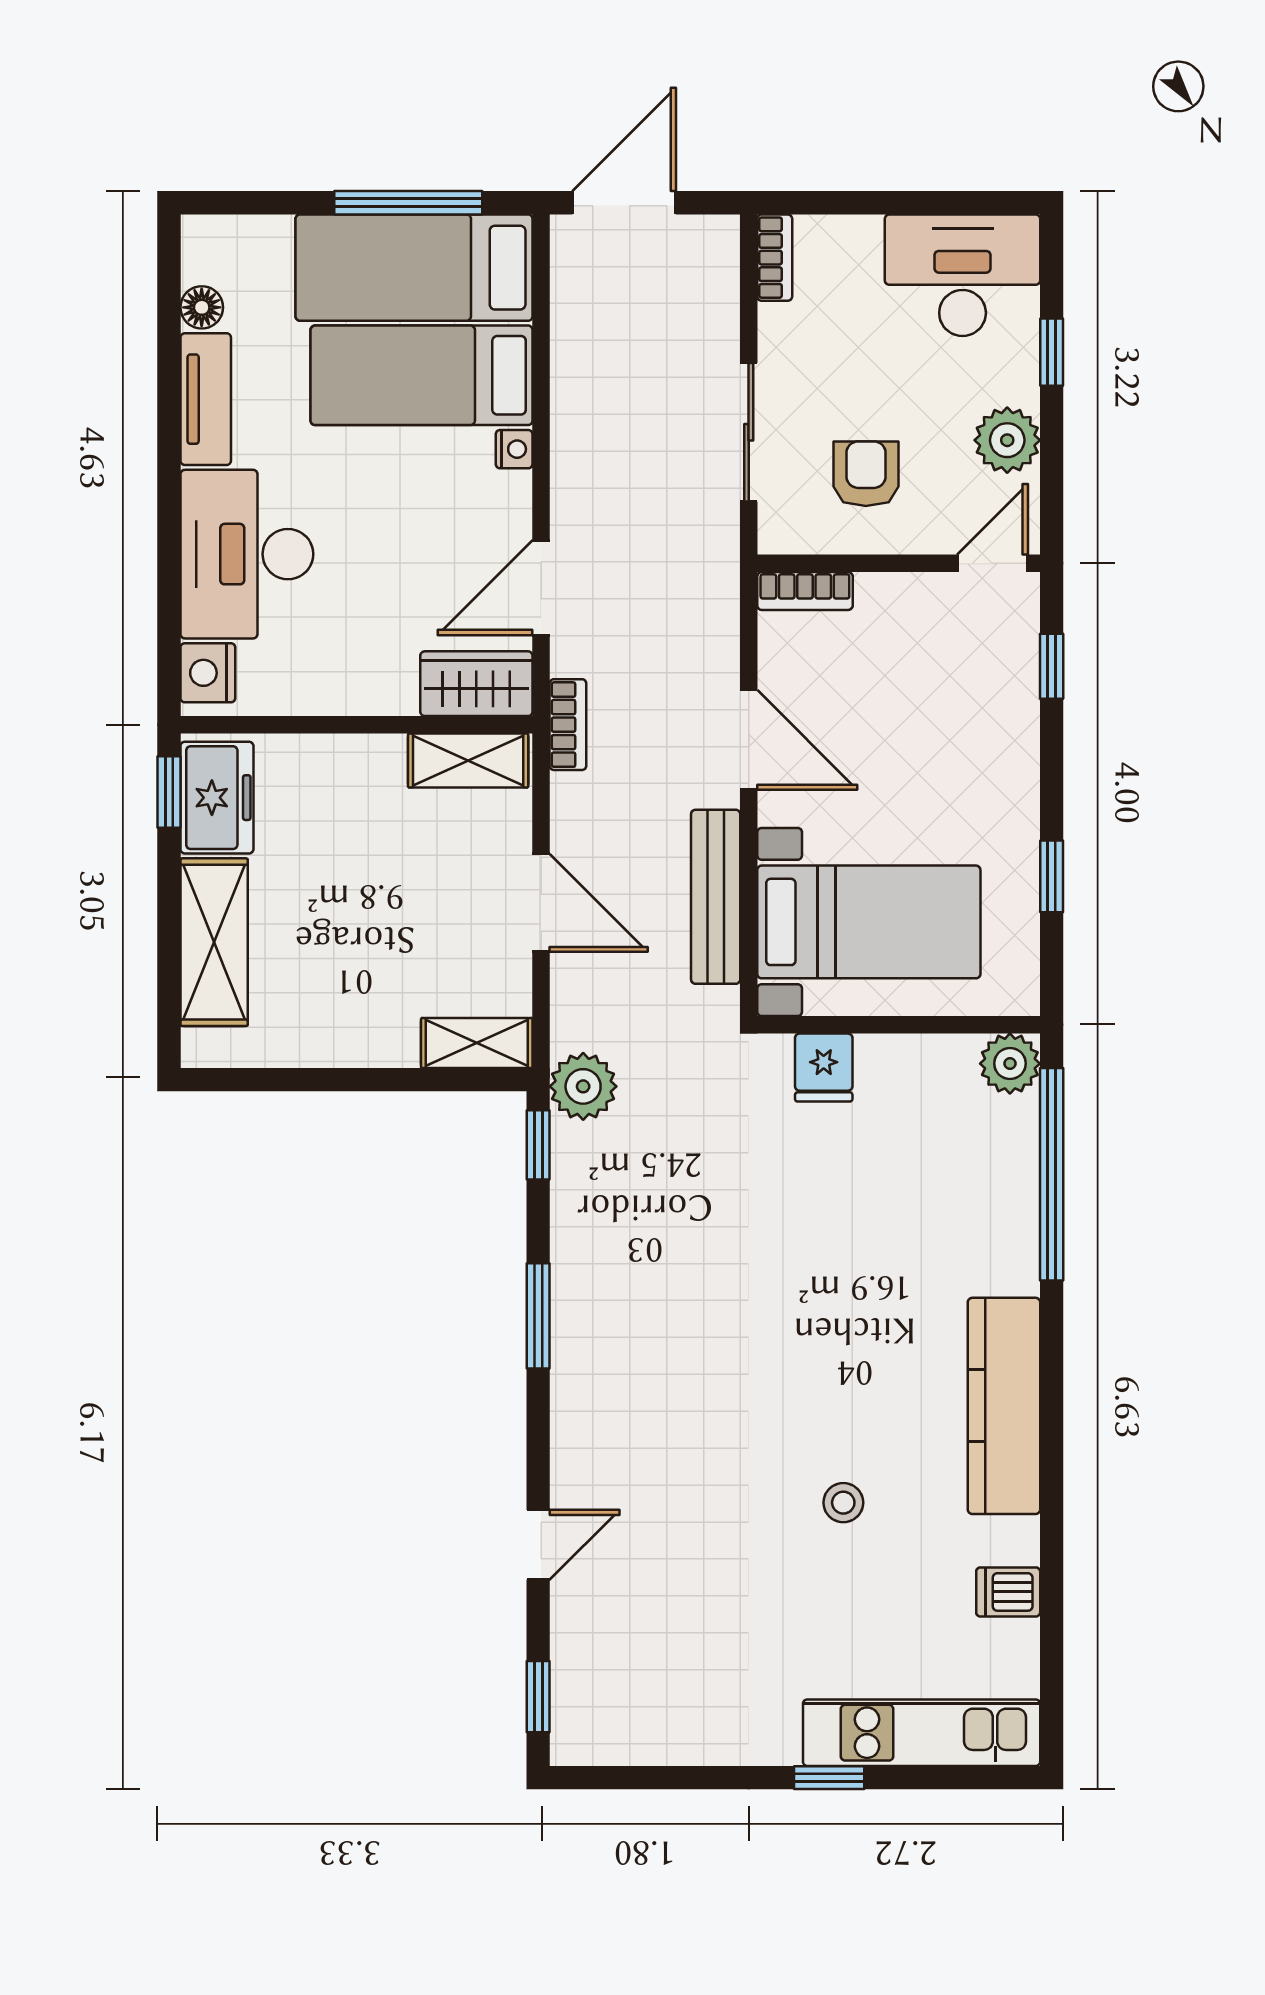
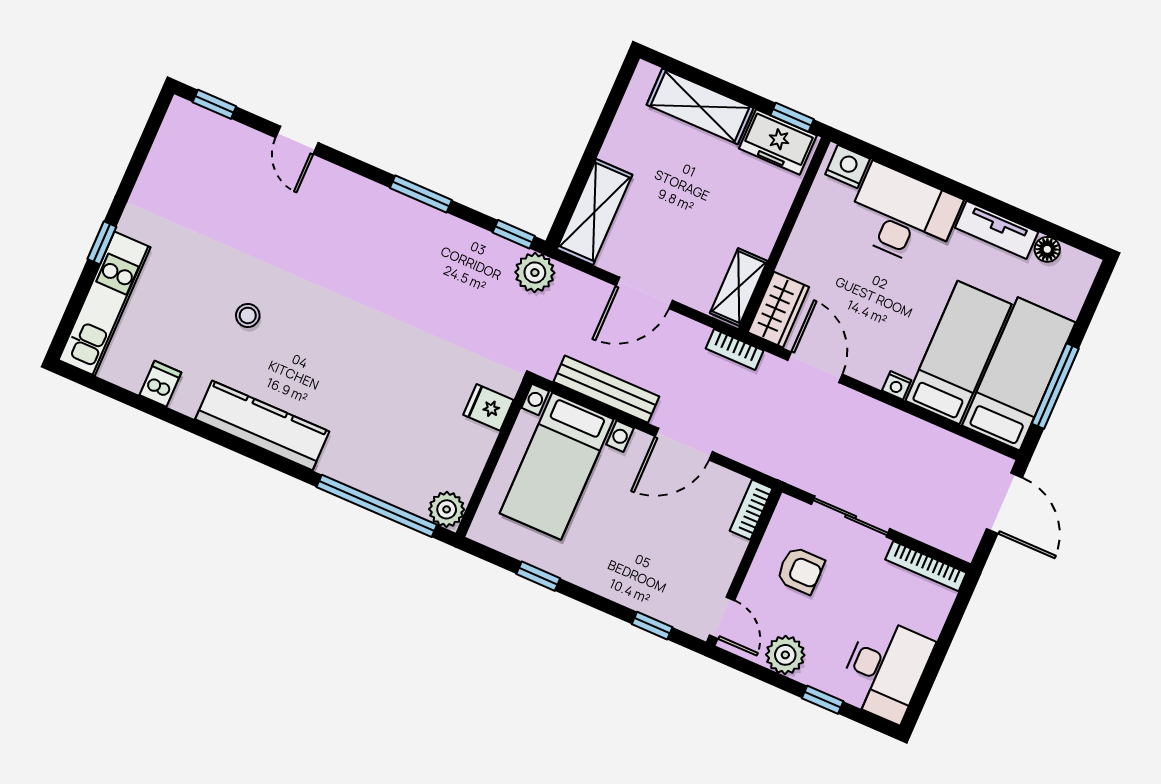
bookcase: (775, 258) -> (926, 566), width x1.56
shelving: (477, 1043) -> (595, 212), width x1.50, depth x1.33

